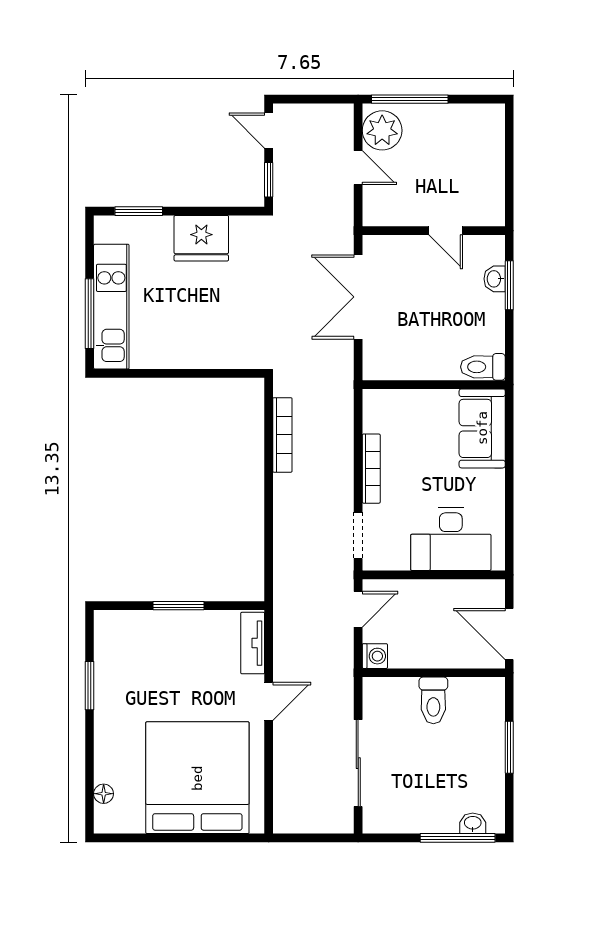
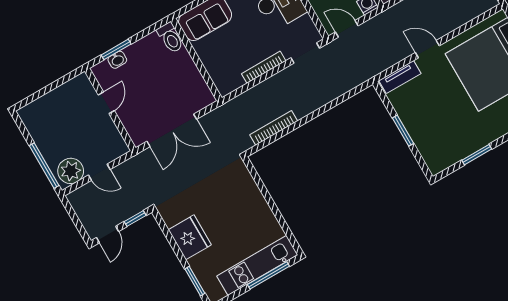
door: (358, 168) -> (99, 172), swing flipped

